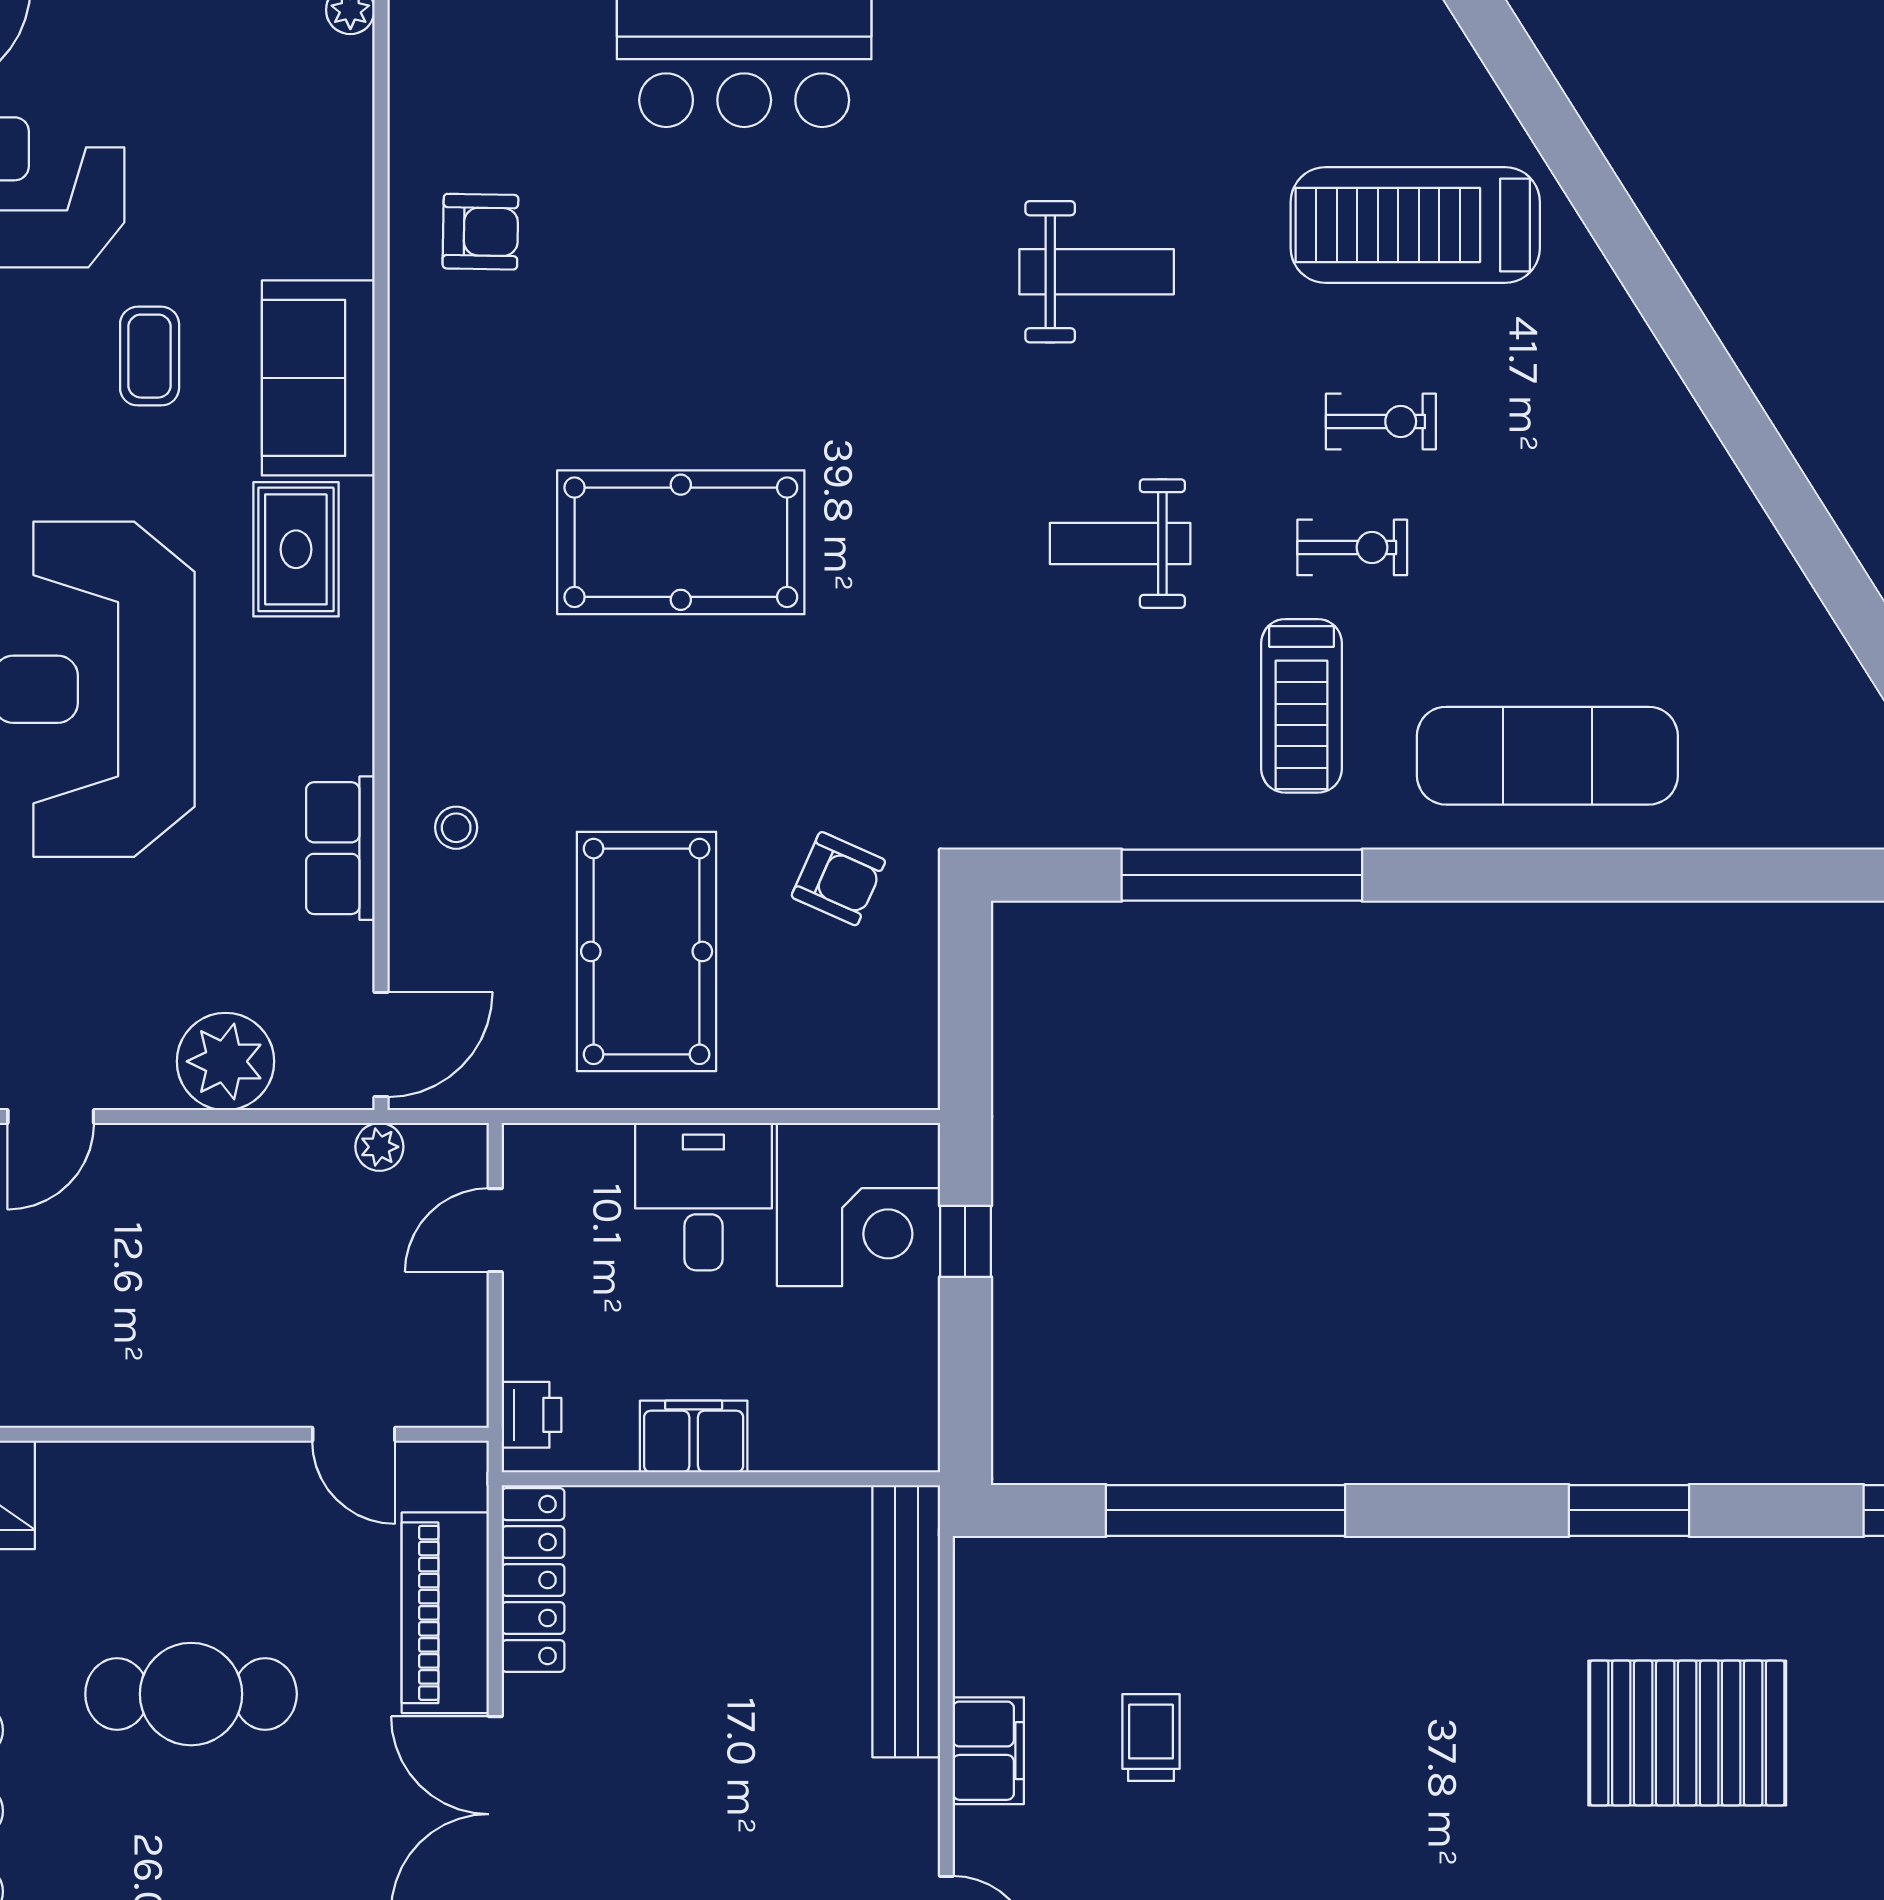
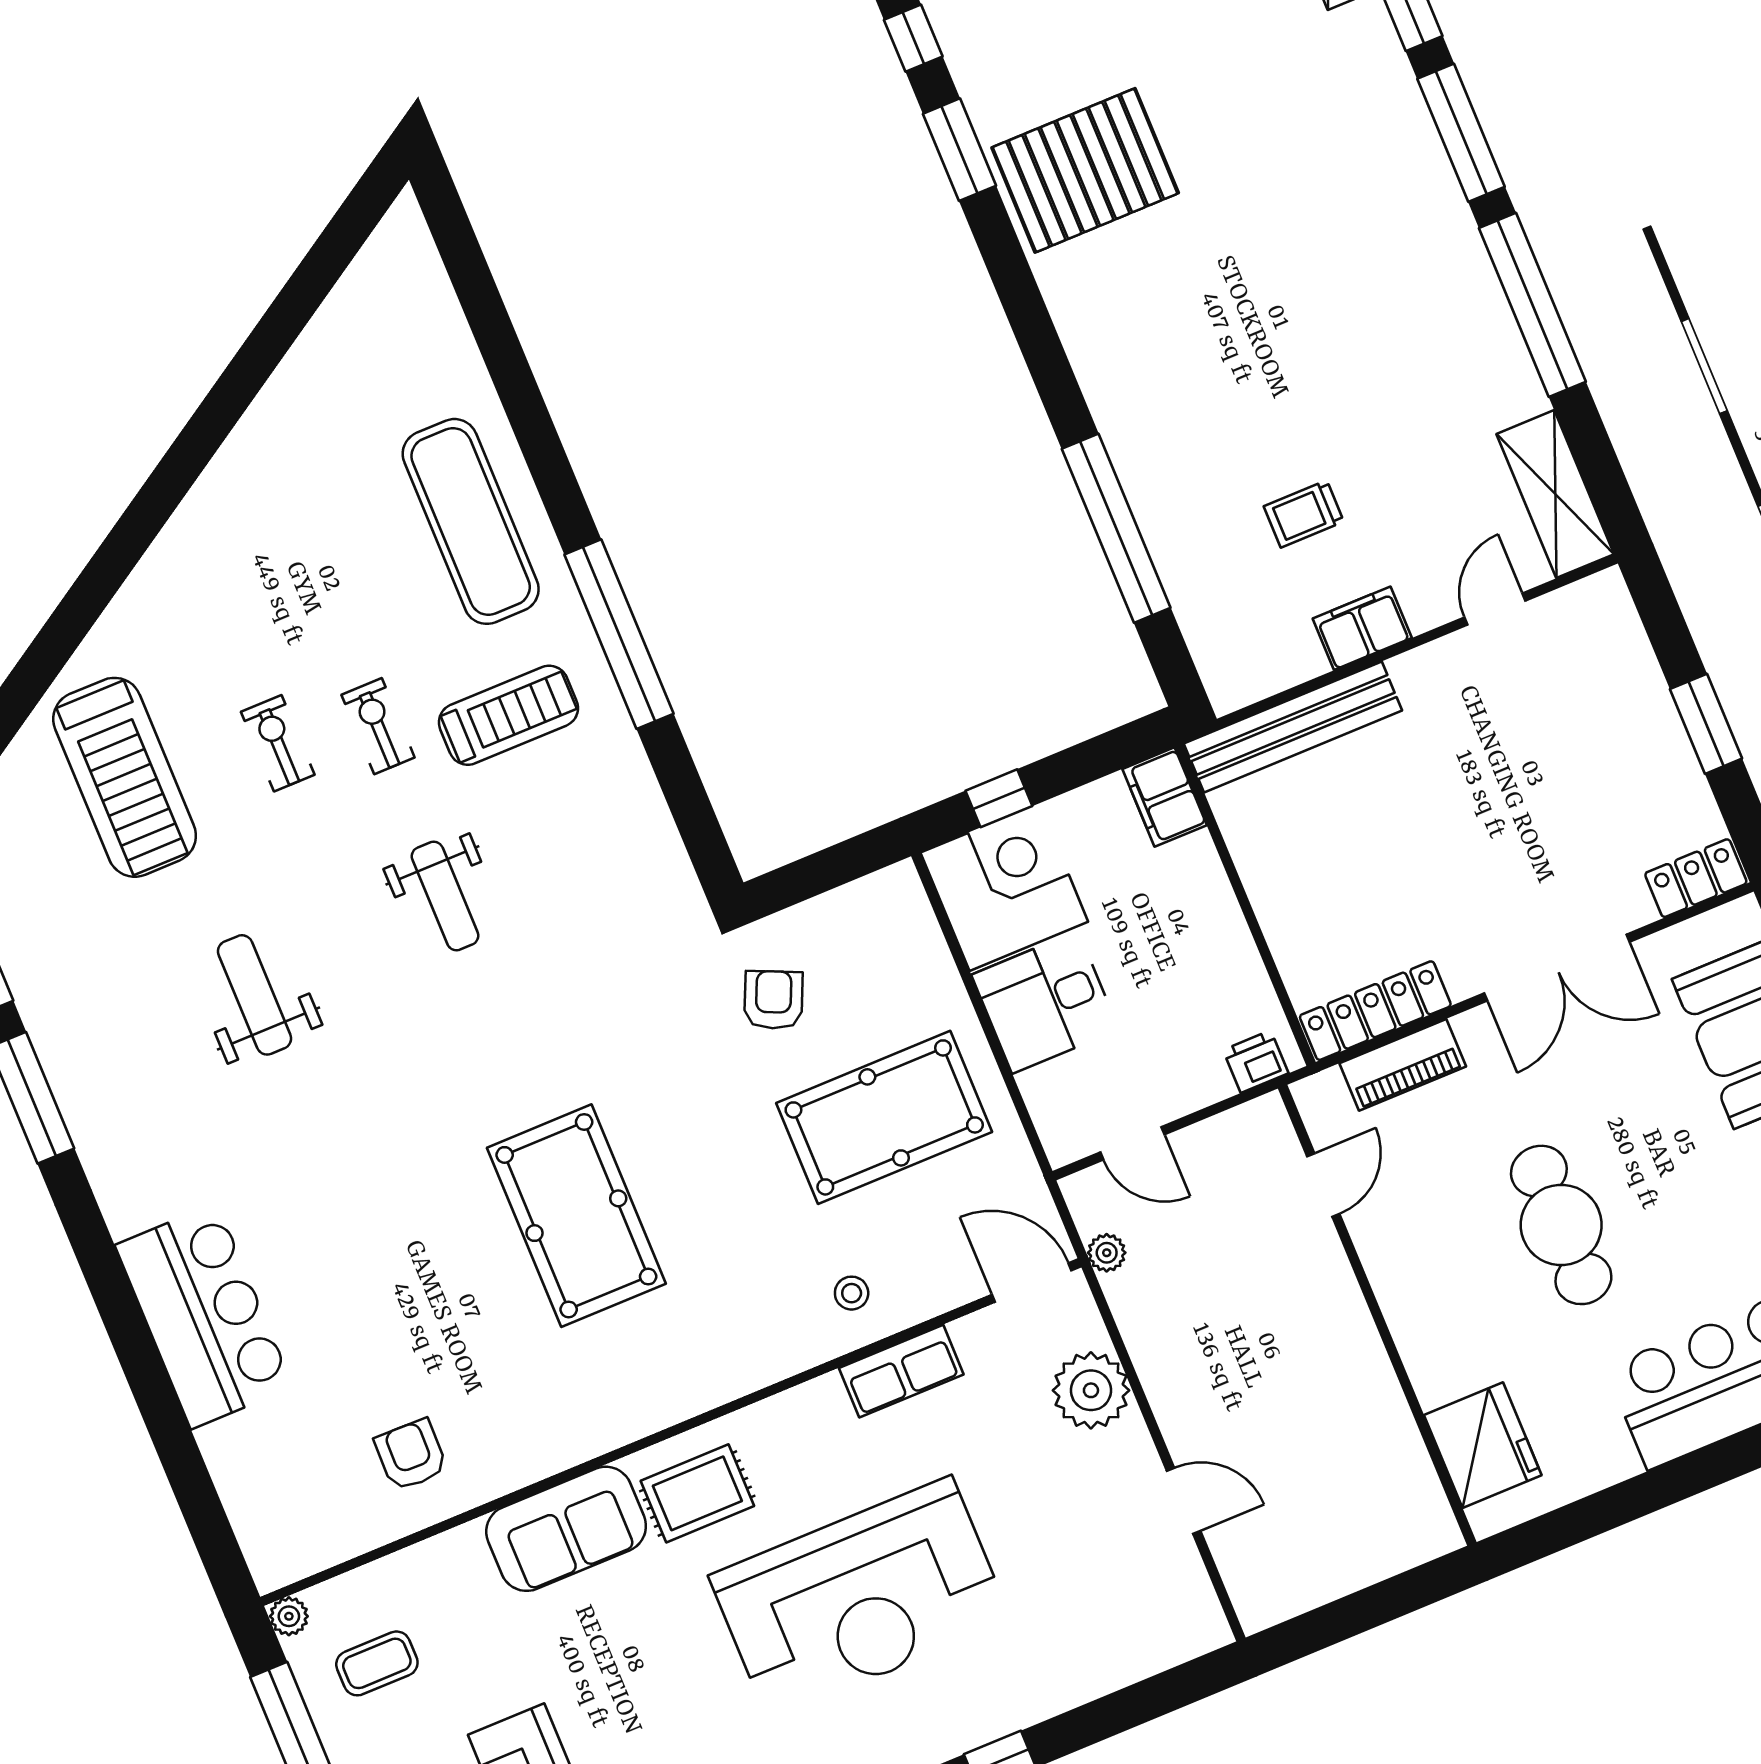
coffee table: (150, 356) -> (377, 1663), moved
window: (1242, 875) -> (619, 634), moved
filing cabinet: (694, 1437) -> (1165, 797), moved
window: (1629, 1510) -> (959, 150), moved
piano: (445, 1613) -> (1403, 1065), width x0.73, depth x0.75
pallet: (1687, 1733) -> (1085, 170), moved, turned 90

